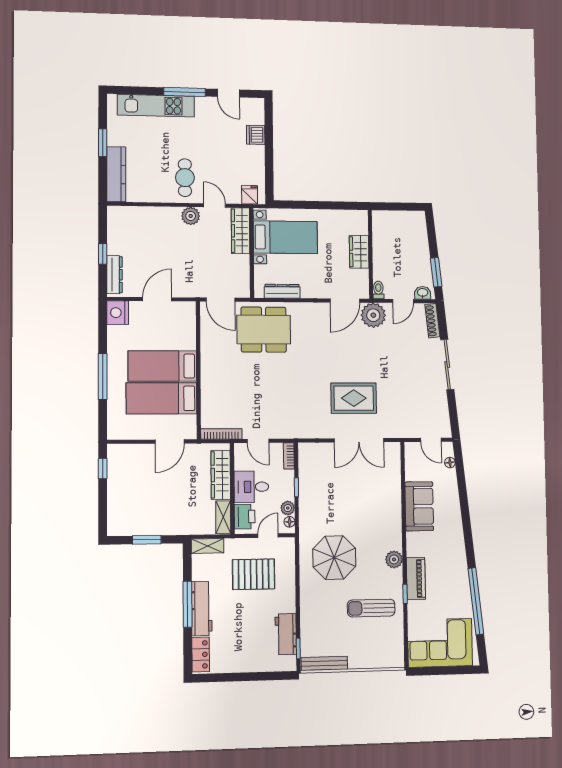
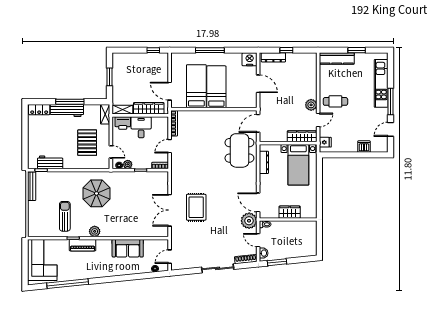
wardrobe: (221, 475) -> (149, 108), moved
desk: (251, 487) -> (141, 127), moved
wall: (232, 488) -> (140, 115), moved
shelving: (223, 517) -> (123, 110), moved
printer: (245, 517) -> (123, 123), moved

